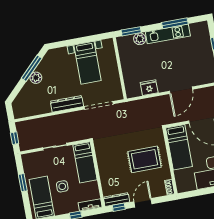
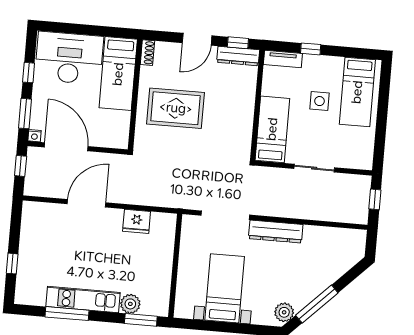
plant: (36, 78) -> (284, 312), moved
bed: (179, 147) -> (118, 74), moved, turned 180
window: (23, 183) -> (381, 124), removed

